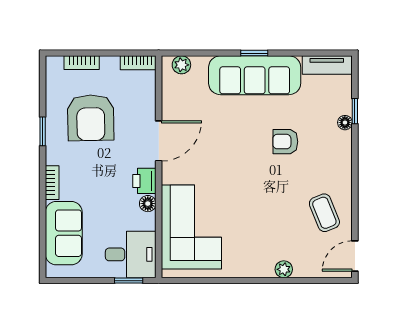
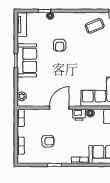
sofa: (255, 75) -> (27, 60), width x0.73
armchair: (91, 118) -> (48, 141), width x0.53, depth x0.53
door: (159, 141) -> (59, 108), hinge flipped

